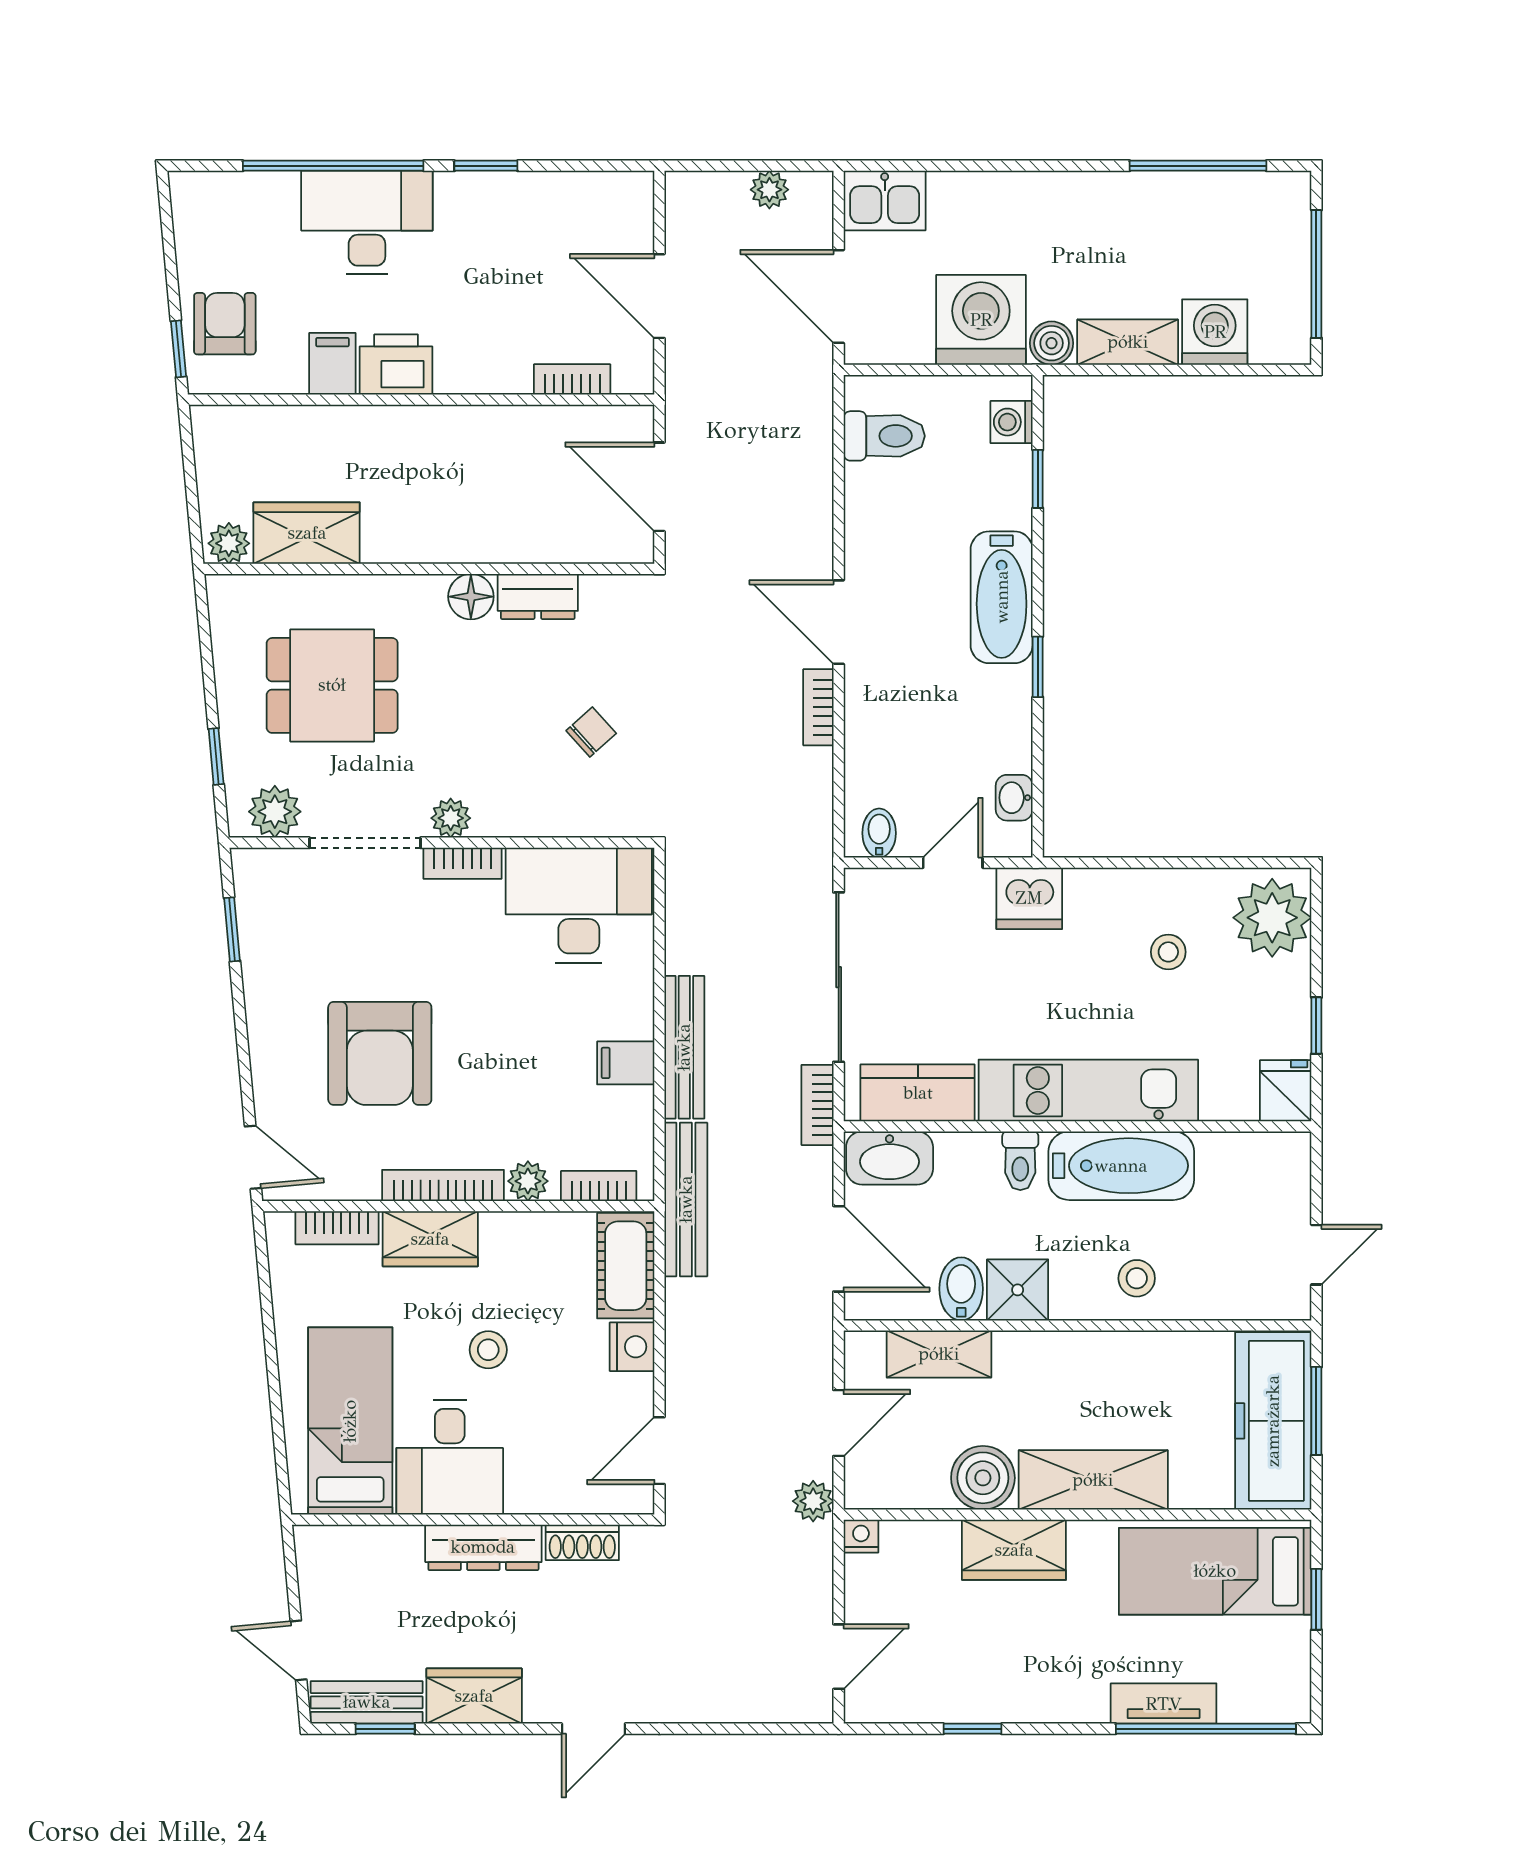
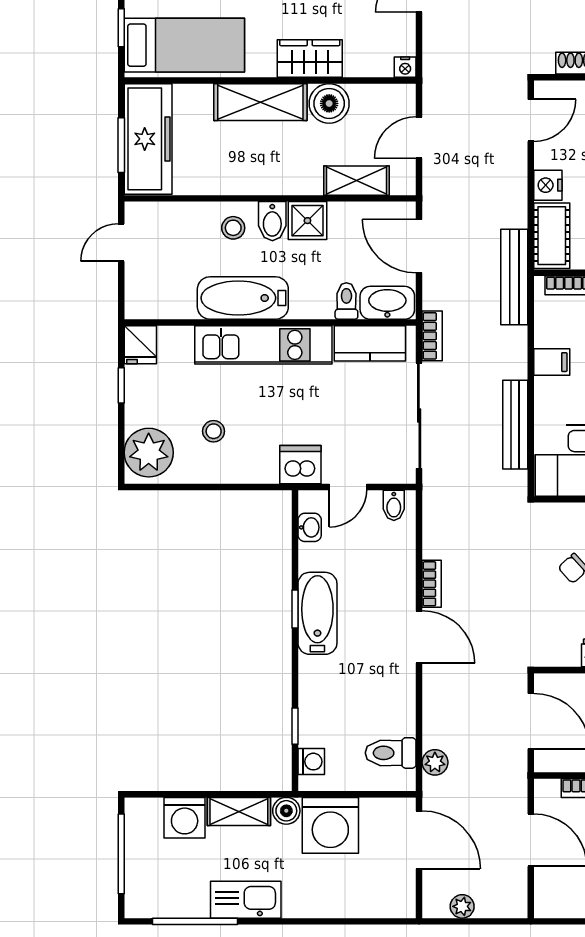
kitchen sink: (885, 200) -> (246, 900), moved, width x1.38
bathtub: (1002, 597) -> (317, 613), moved
bench: (684, 1047) -> (515, 425), moved
toilet: (1020, 1161) -> (346, 301), moved
bidet: (961, 1289) -> (272, 221), moved
plant: (813, 1501) -> (435, 762), moved

